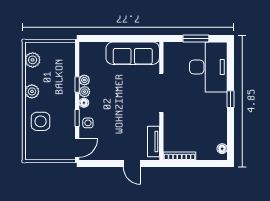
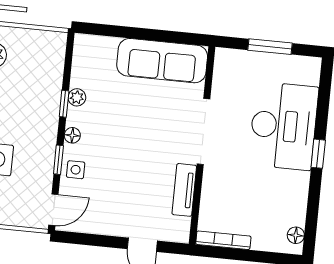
desk: (208, 67) -> (284, 126), moved
plant: (85, 92) -> (75, 117), removed
tv unit: (153, 141) -> (184, 190), moved

